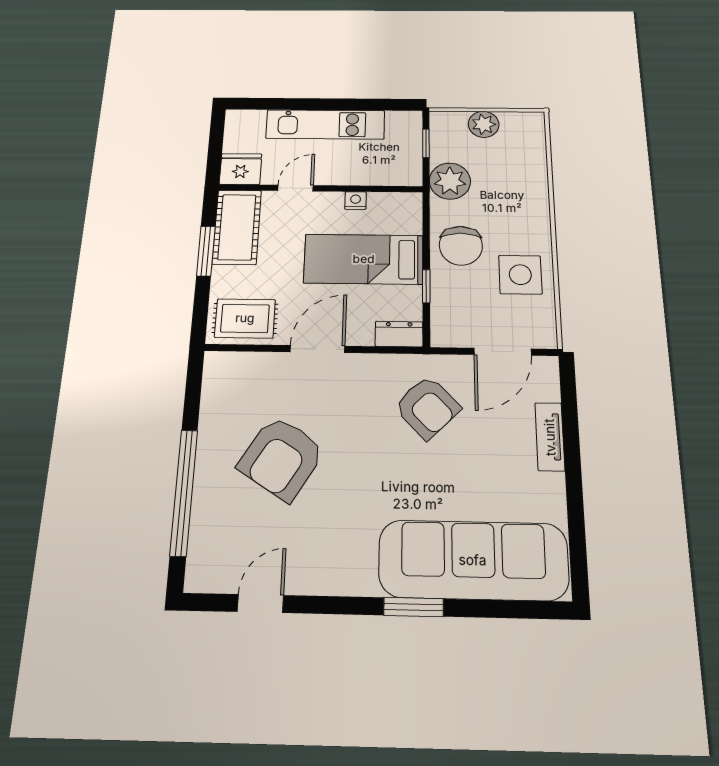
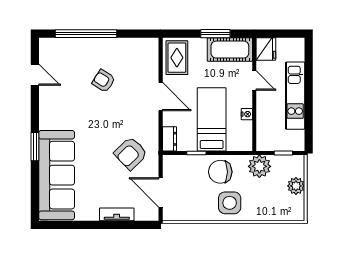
side table: (520, 275) -> (230, 203), moved
armchair: (281, 458) -> (104, 81), width x0.53, depth x0.53

